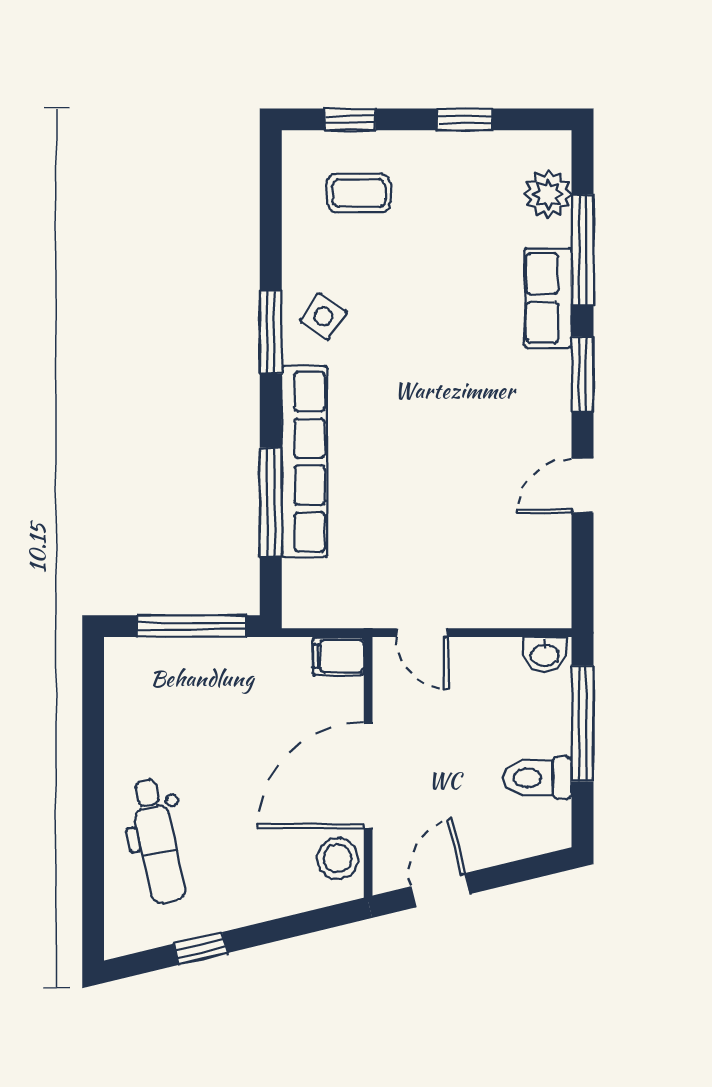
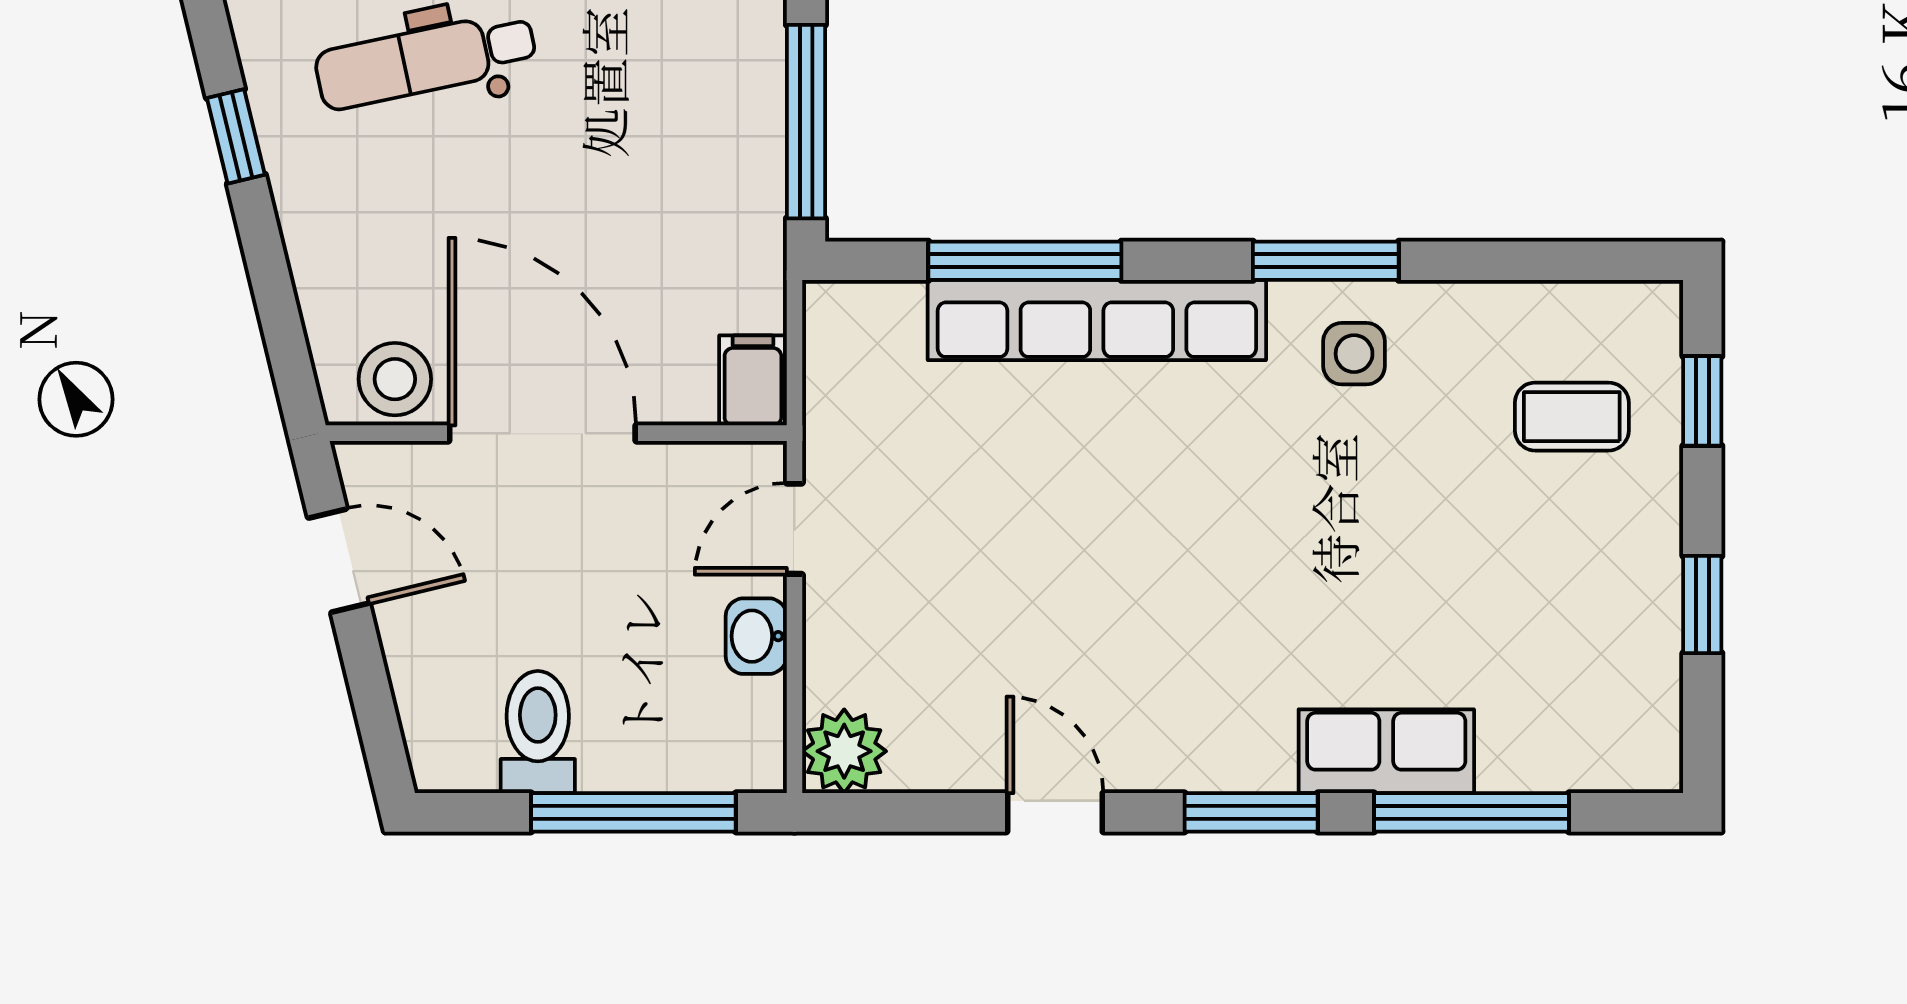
coffee table: (359, 193) -> (1572, 417), turned 90
plant: (548, 194) -> (844, 751), moved
side table: (323, 316) -> (1354, 354), turned -34
washbasin: (545, 654) -> (756, 636), moved

